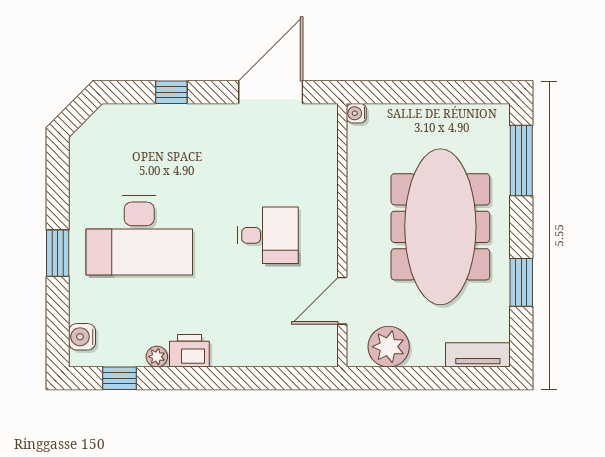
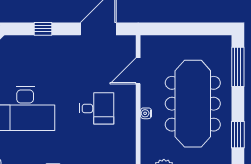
water cooler: (356, 113) -> (146, 113), moved
door: (342, 301) -> (138, 71), moved

